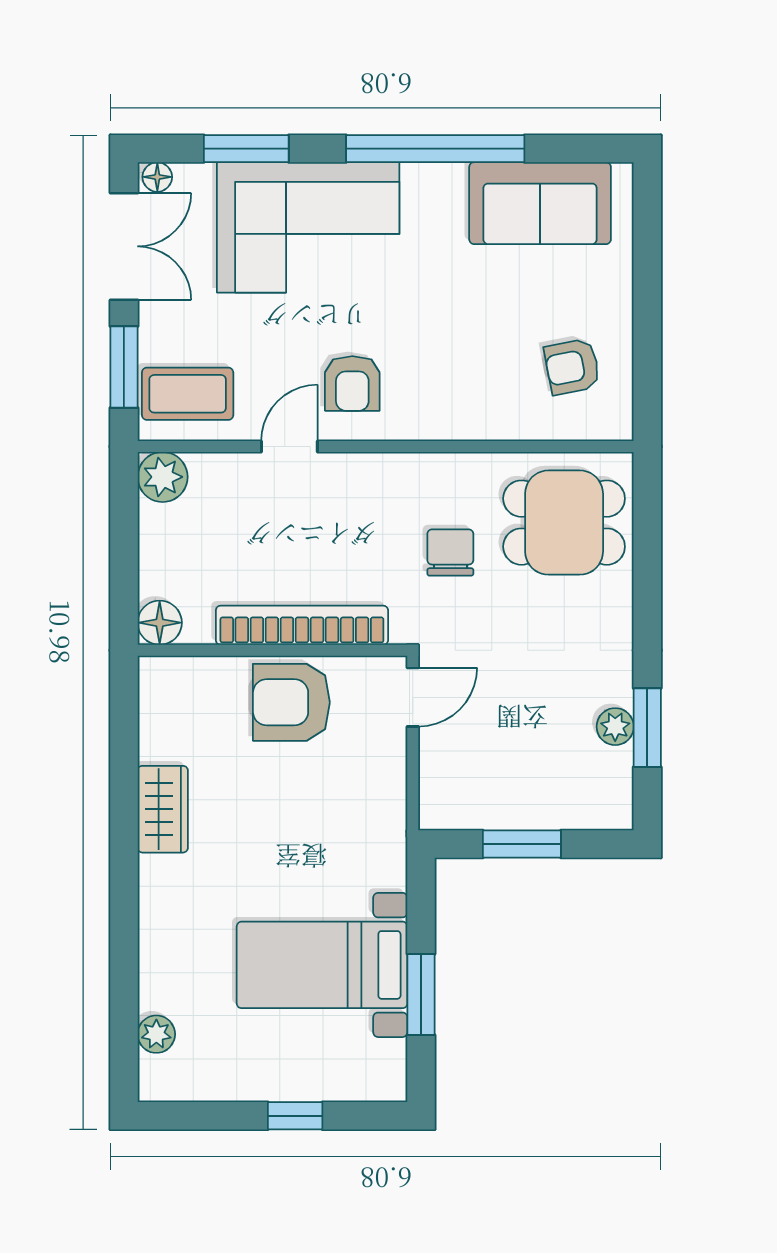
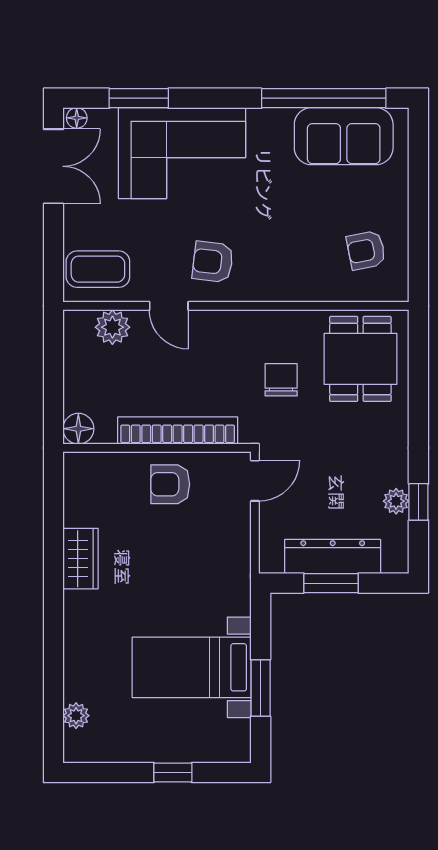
window: (435, 149) -> (324, 98), moved
window: (124, 367) -> (54, 251), removed
armchair: (352, 383) -> (213, 262), turned 97
door: (289, 447) -> (169, 306), swing flipped
plant: (163, 477) -> (112, 327), moved
dining table: (564, 523) -> (360, 359), turned 90
armchair: (291, 702) -> (170, 484), width x0.72, depth x0.72
window: (647, 728) -> (418, 502), width x0.67
dresser: (524, 806) -> (333, 556), added

